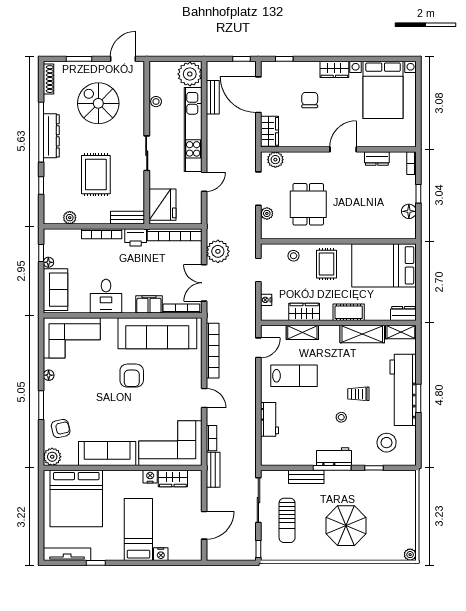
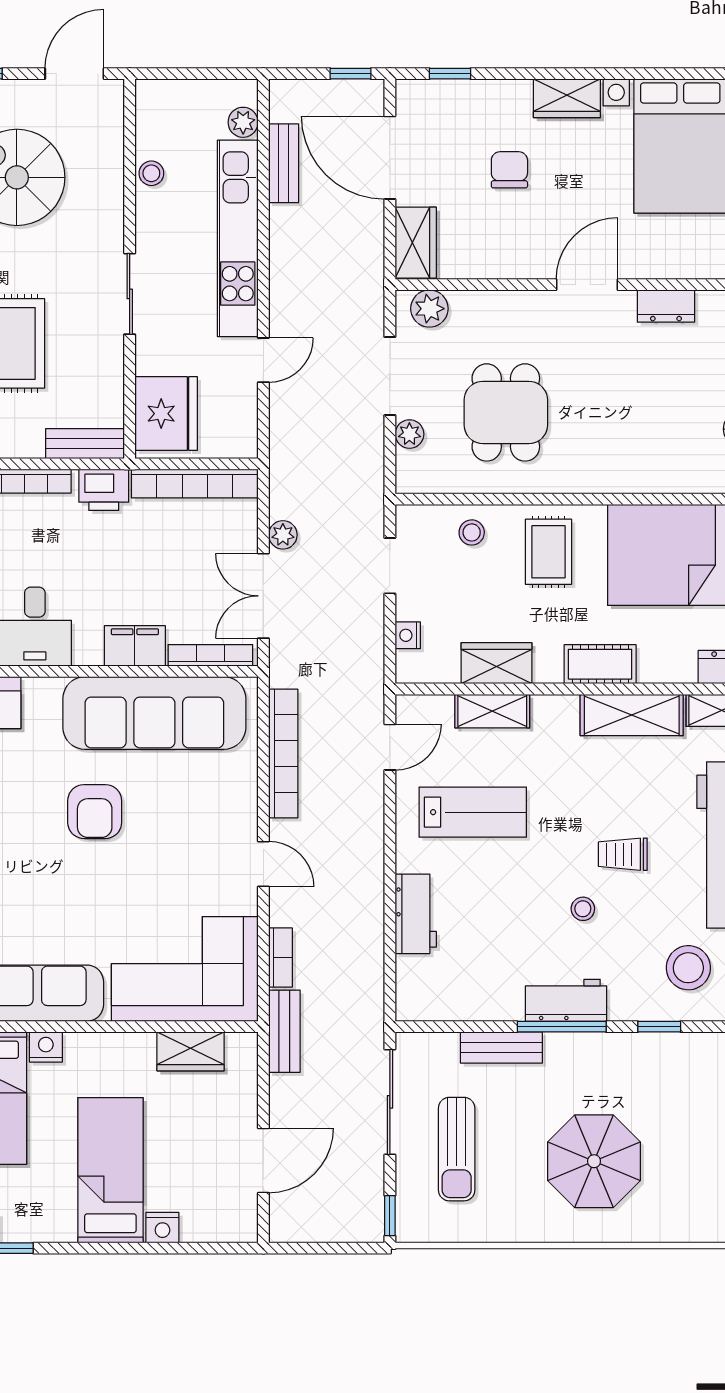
plant: (190, 74) -> (243, 122), width x0.53, depth x0.53
plant: (218, 251) -> (283, 535), width x0.53, depth x0.53
nightstand: (150, 477) -> (46, 1047), moved

